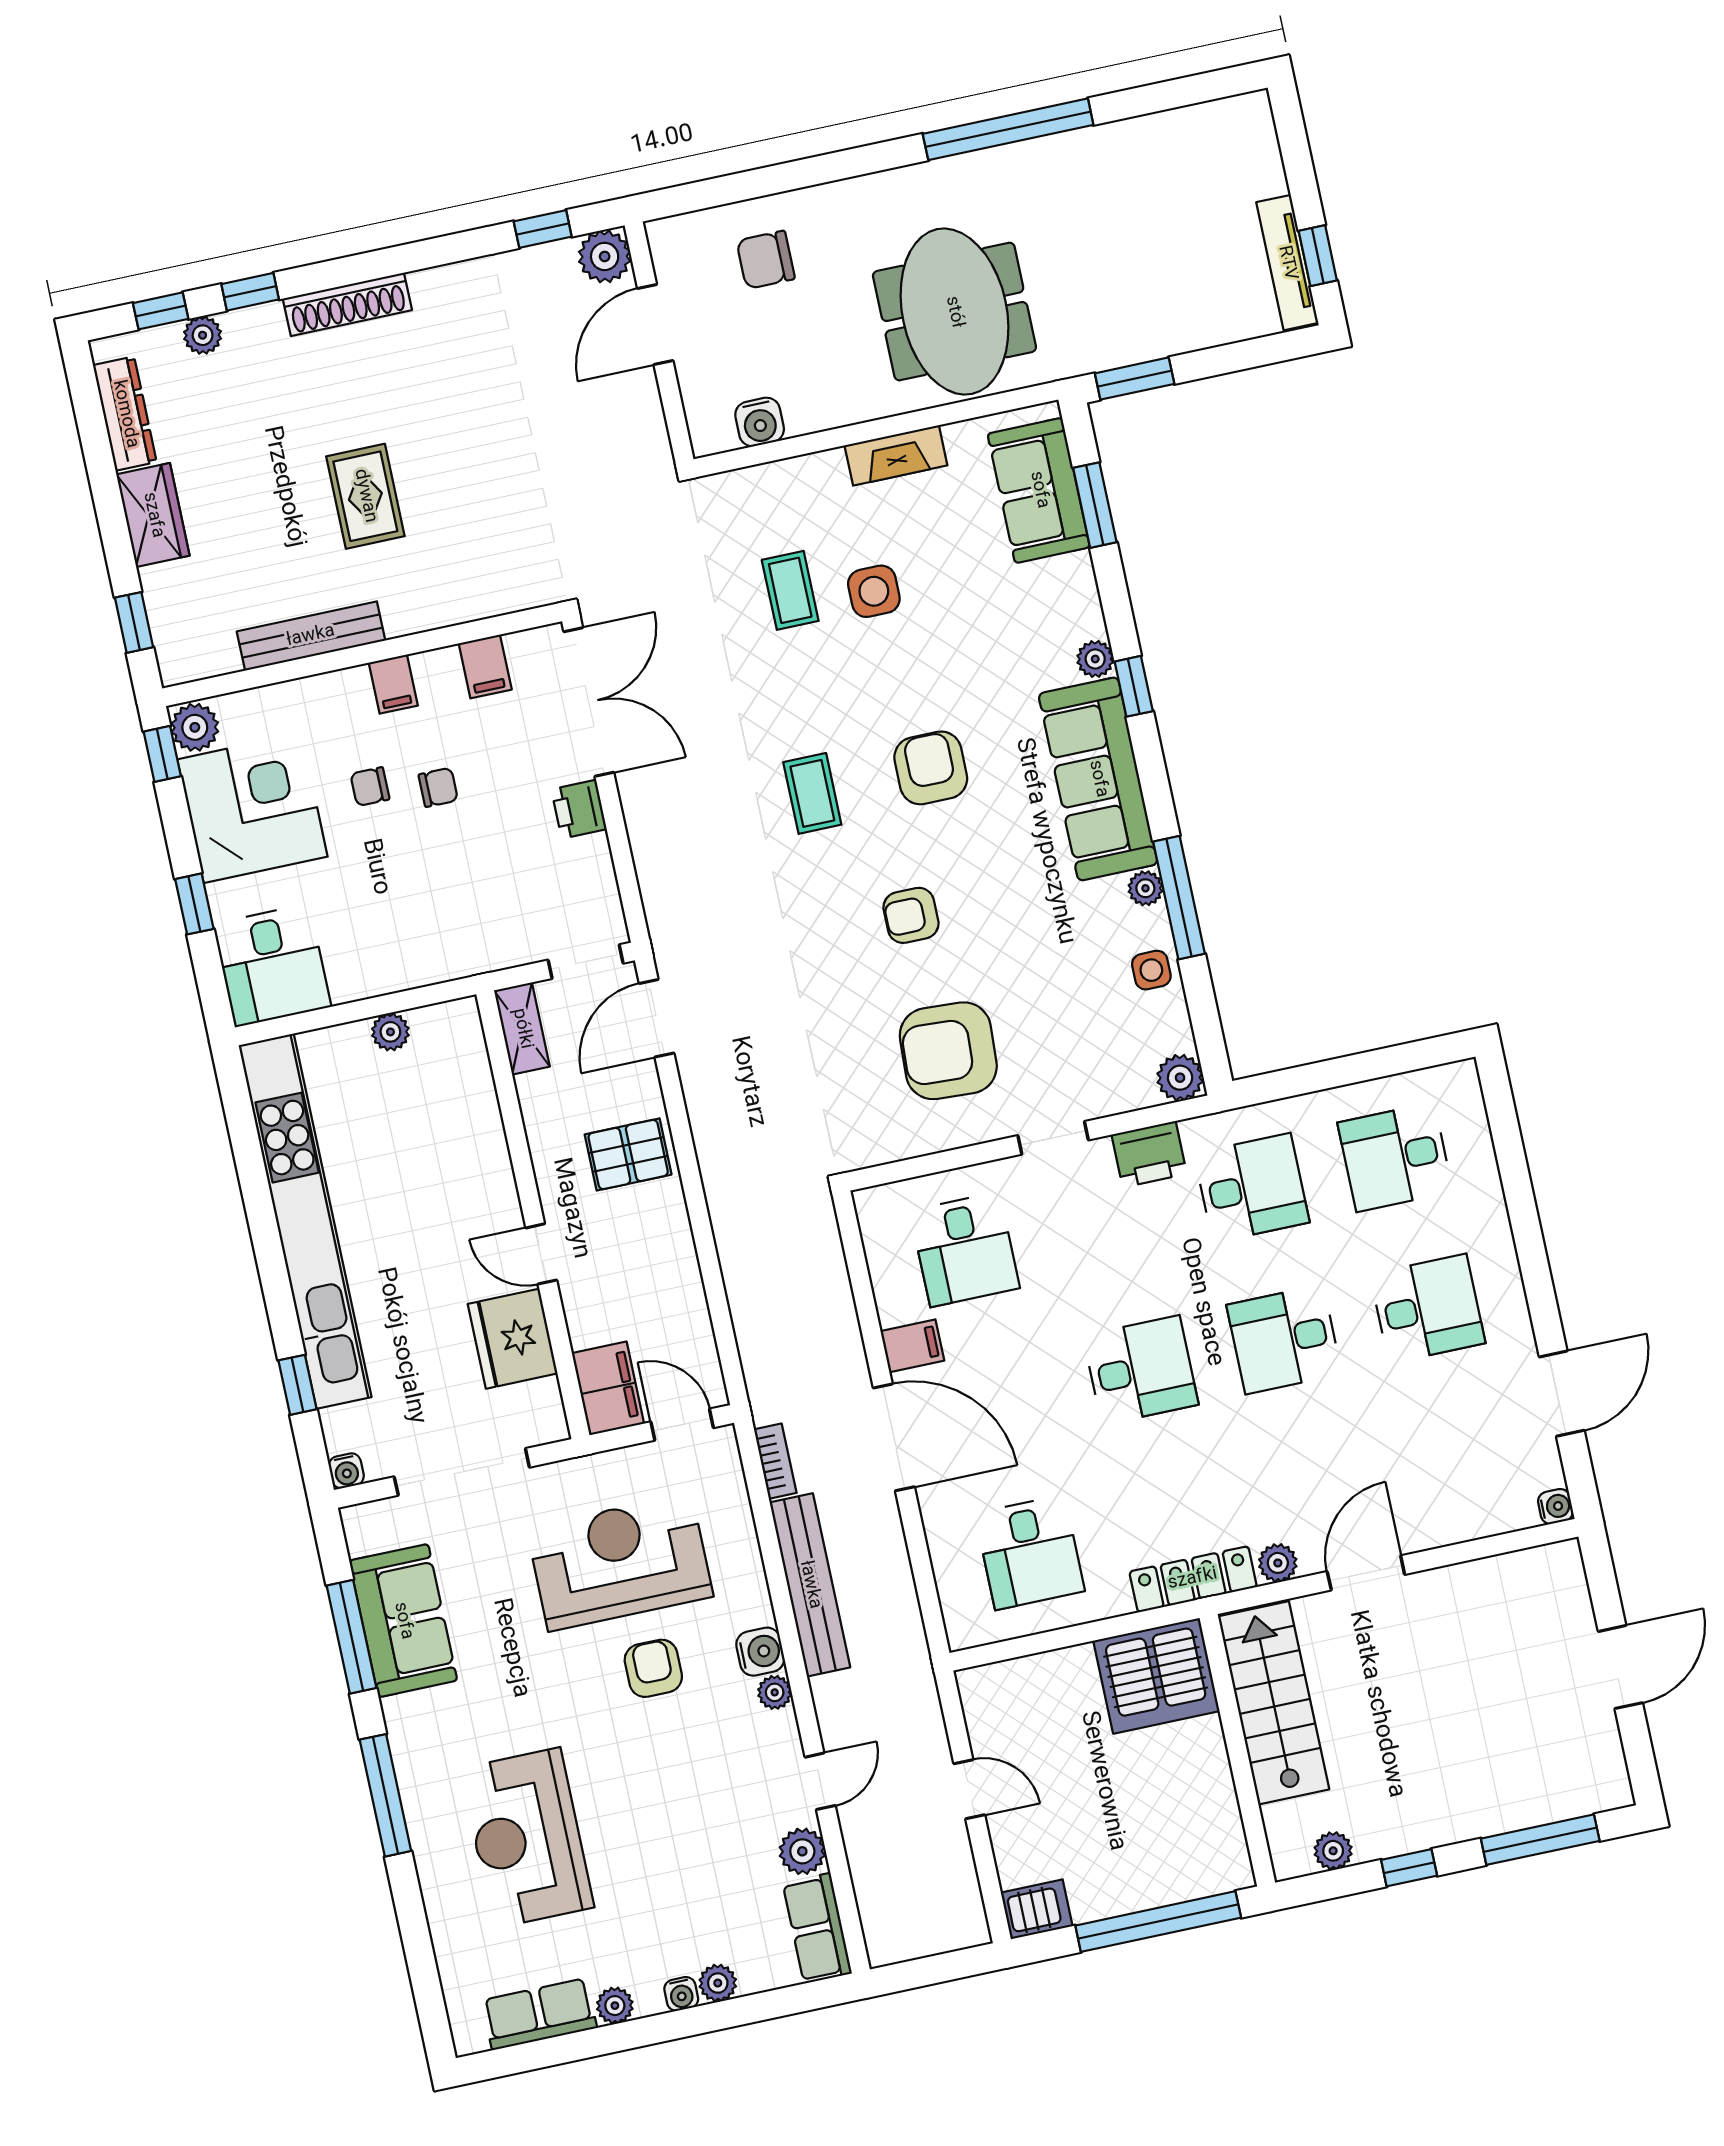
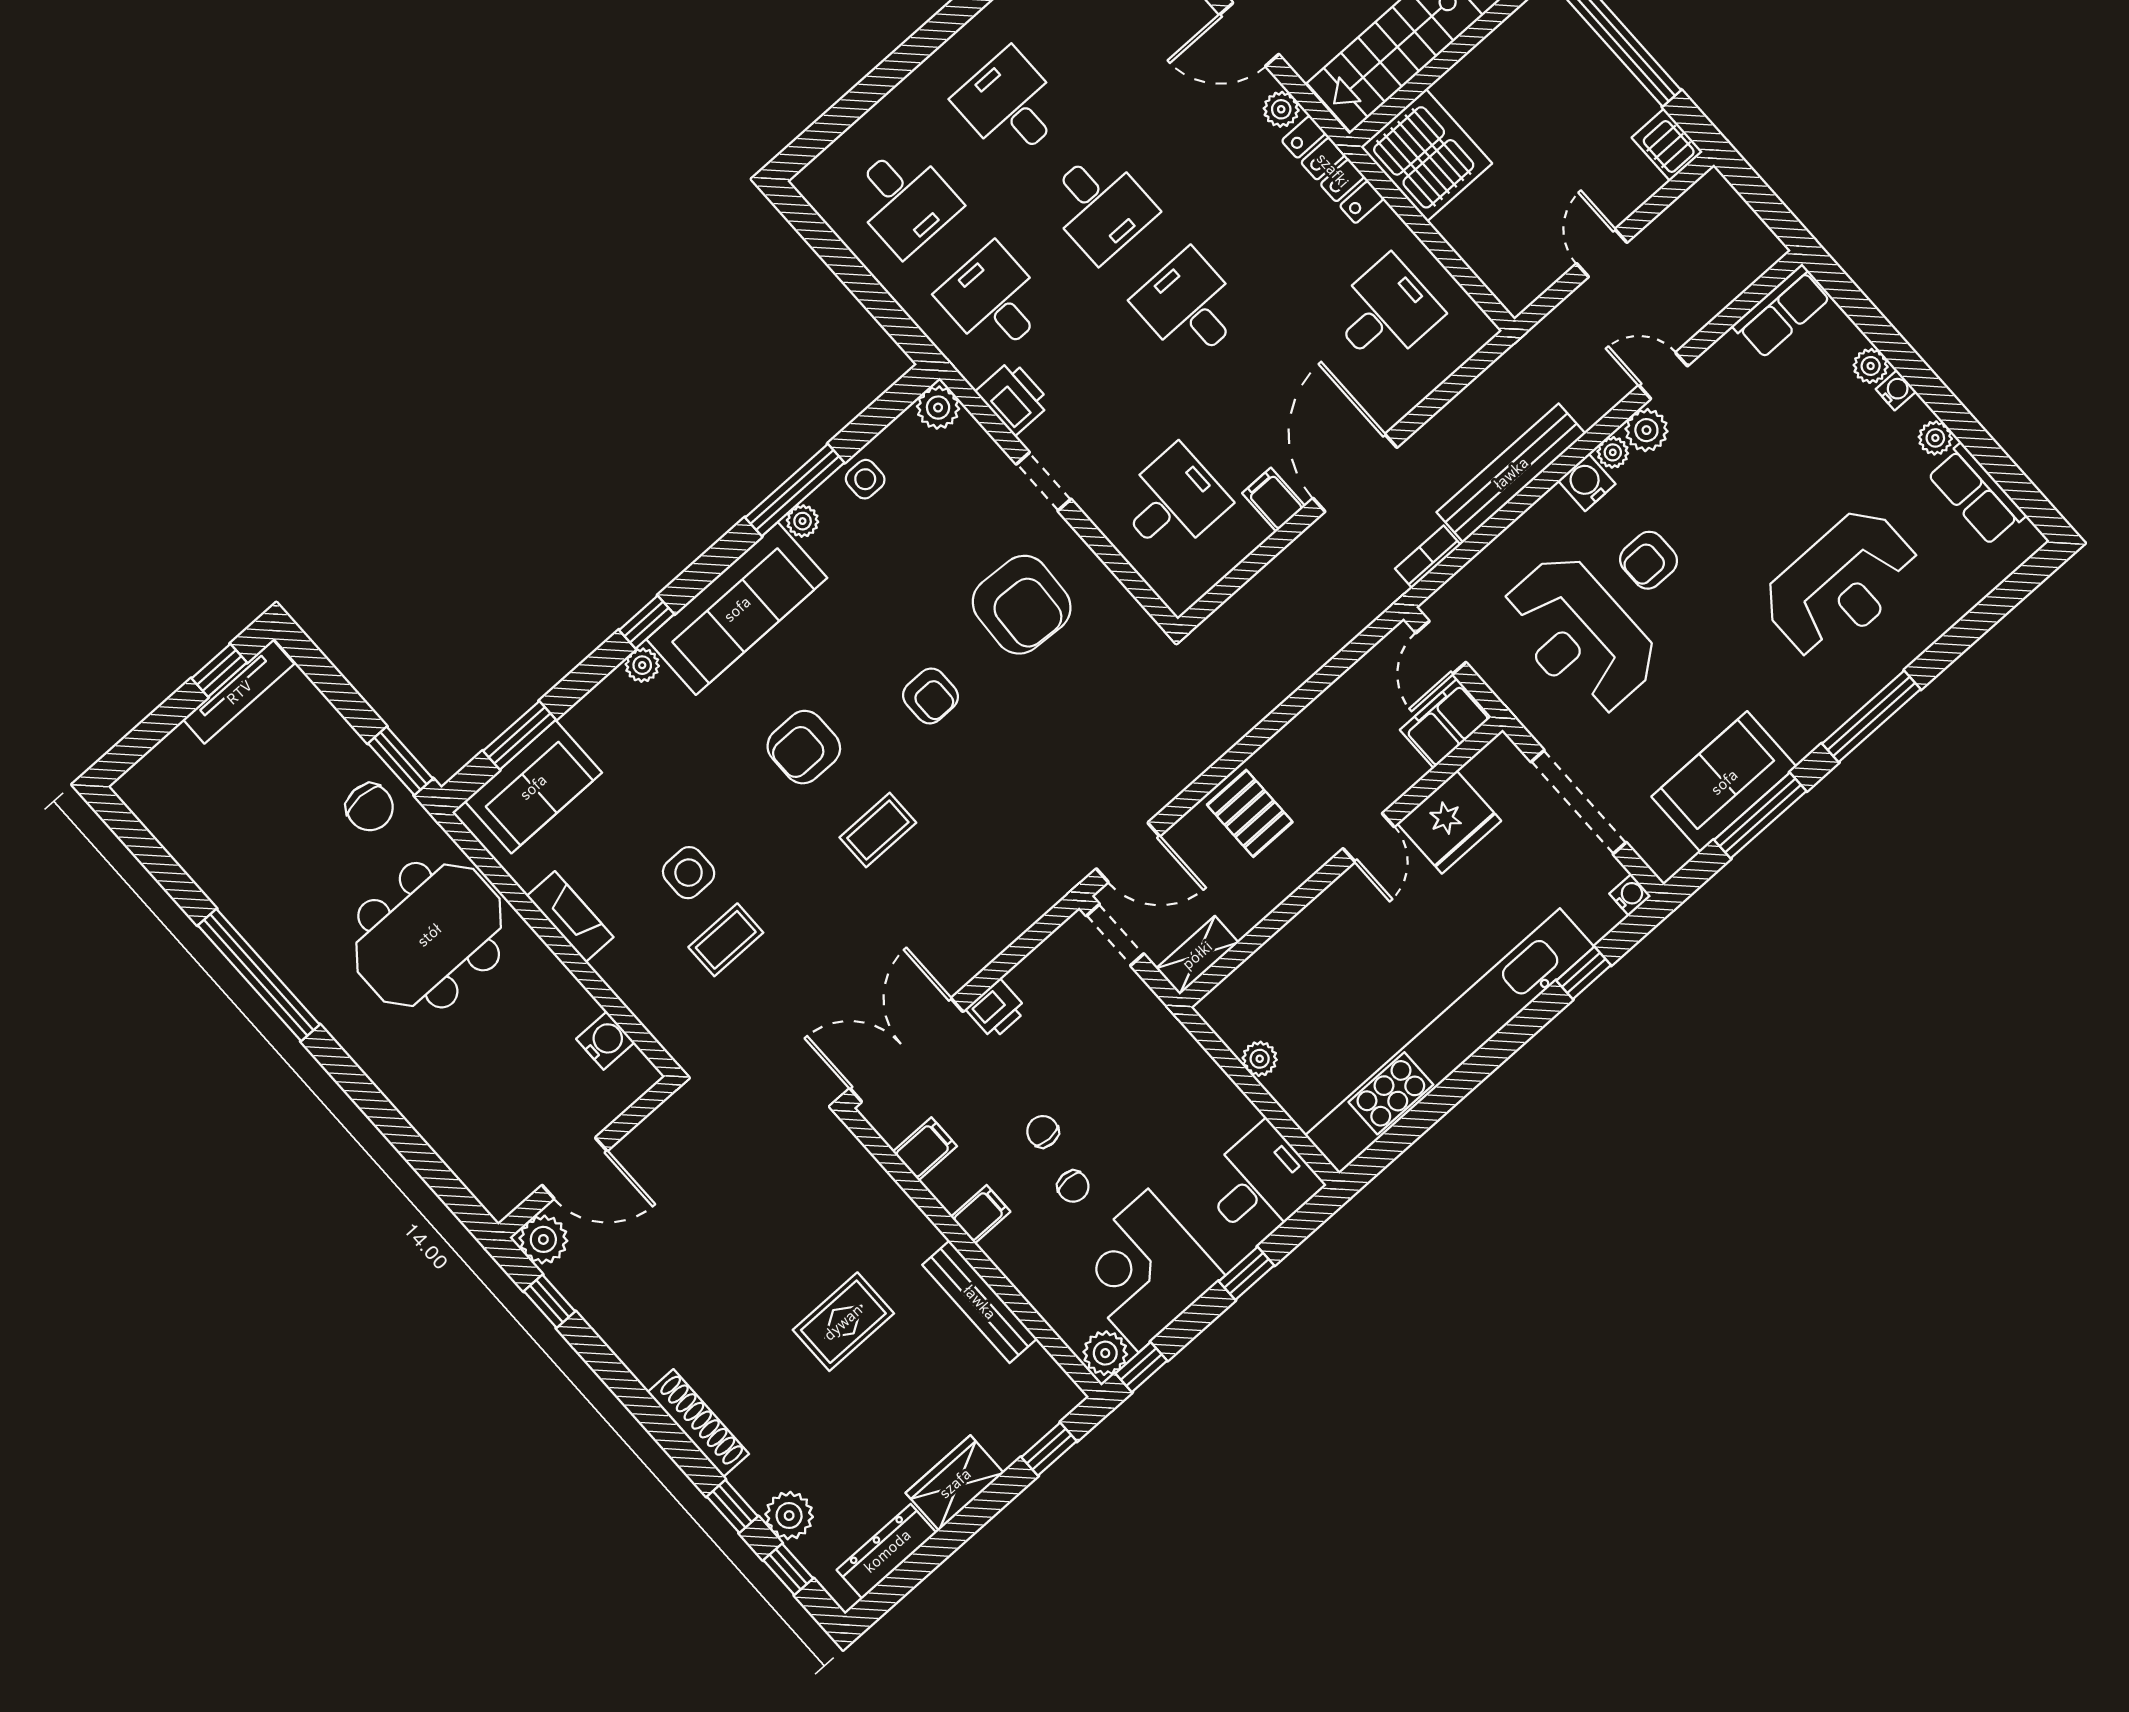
chair: (766, 260) -> (370, 807), moved
plant: (203, 335) -> (789, 1516), width x1.38, depth x1.38
plant: (802, 1851) -> (1646, 430), moved

